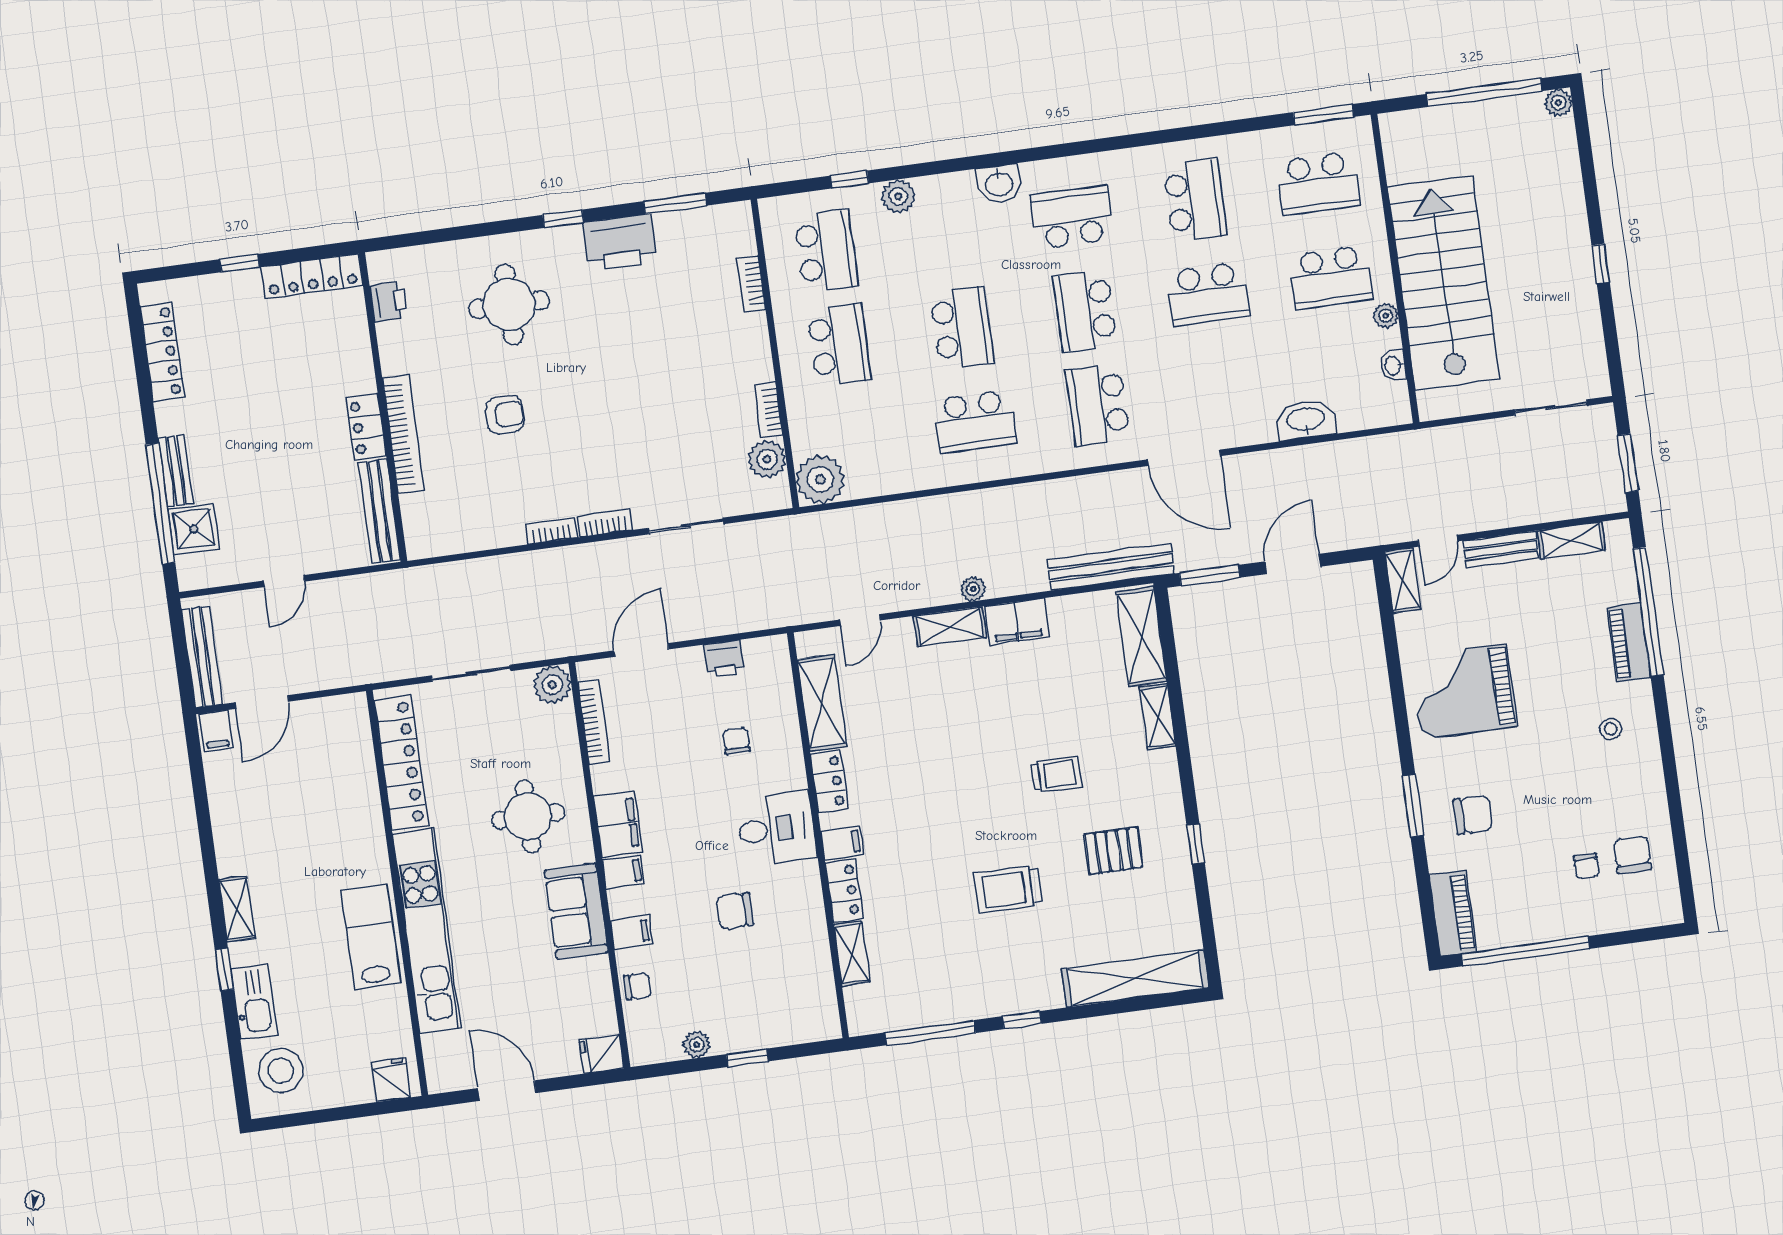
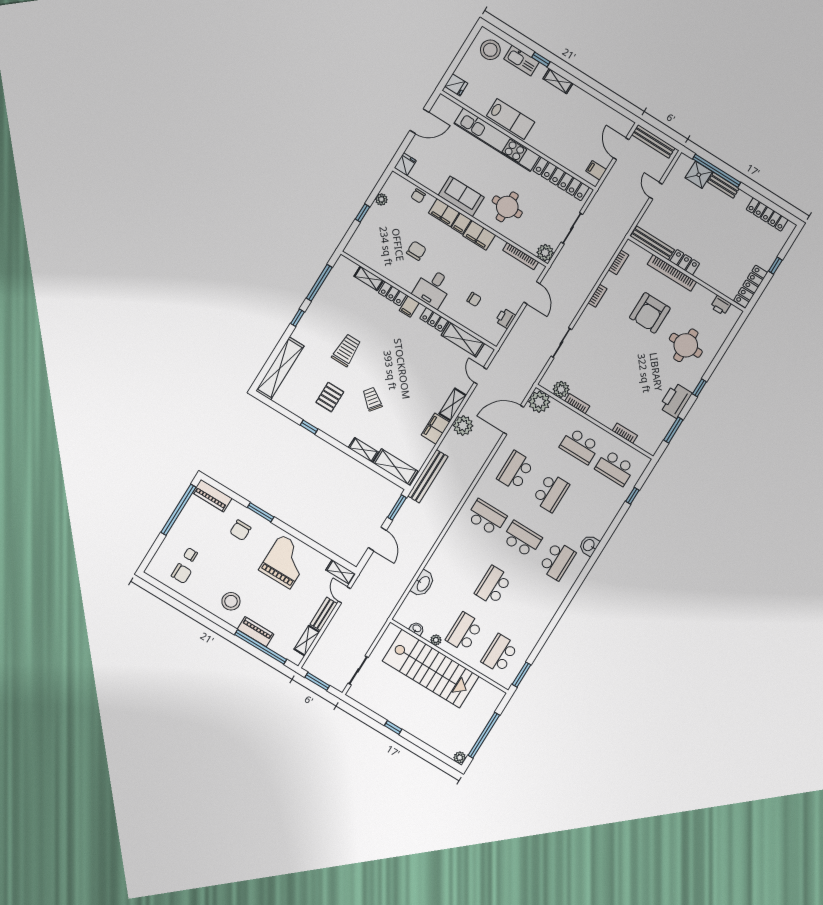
plant: (898, 196) -> (613, 508), removed
school desk: (1195, 200) -> (528, 607), removed
school desk: (962, 328) -> (551, 493), turned -90
armchair: (505, 415) -> (650, 313), width x1.88, depth x1.88
door: (1184, 458) -> (514, 420), moved
bookcase: (605, 523) -> (619, 262), moved
plant: (973, 589) -> (463, 426), width x1.88, depth x1.88
stool: (1611, 729) -> (231, 601), width x1.89, depth x1.89
filing cabinet: (216, 731) -> (596, 170), moved
trolley: (1056, 774) -> (372, 399), turned 128
filing cabinet: (632, 932) -> (444, 213), width x2.00

